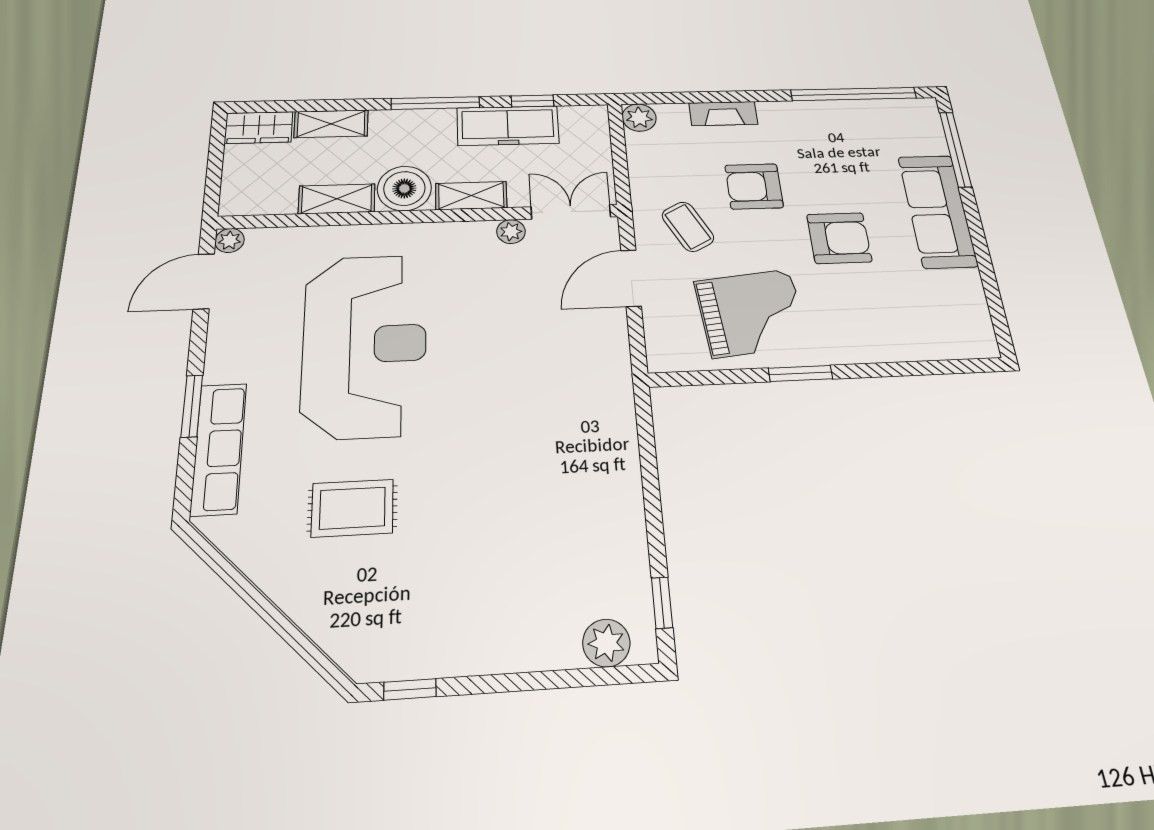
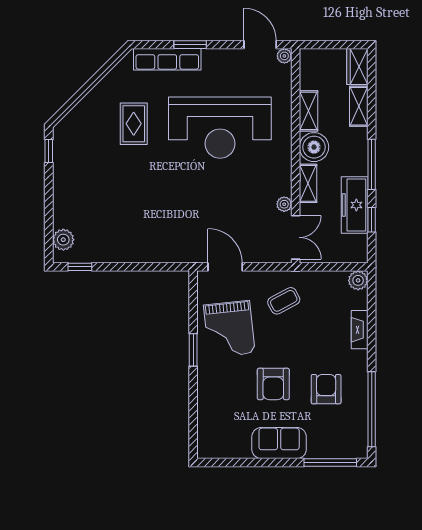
armchair: (754, 186) -> (326, 389), moved
sofa: (937, 211) -> (279, 443), width x0.73
door: (631, 278) -> (225, 267), moved

